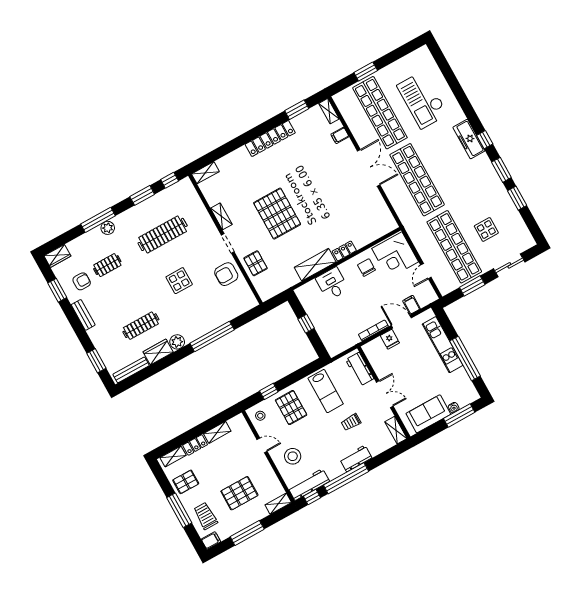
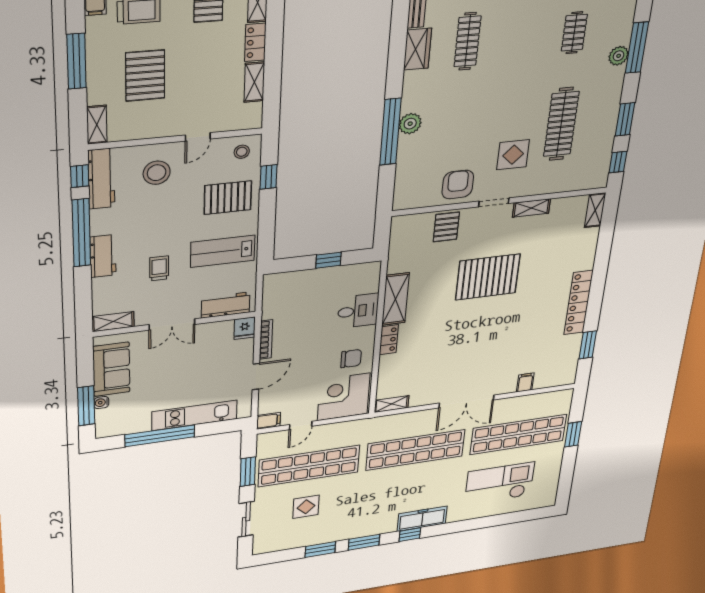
shelving: (329, 111) -> (392, 404), moved
pallet: (256, 263) -> (446, 227), turned 90
door: (426, 271) -> (301, 425), swing flipped
display table: (179, 281) -> (513, 155), moved
filing cabinet: (411, 305) -> (269, 421), moved
fridge: (390, 339) -> (245, 328), moved, turned -90
plant: (177, 342) -> (410, 124), moved

